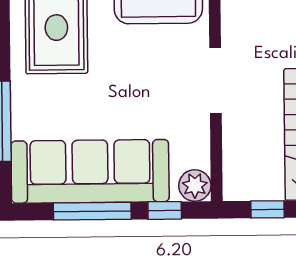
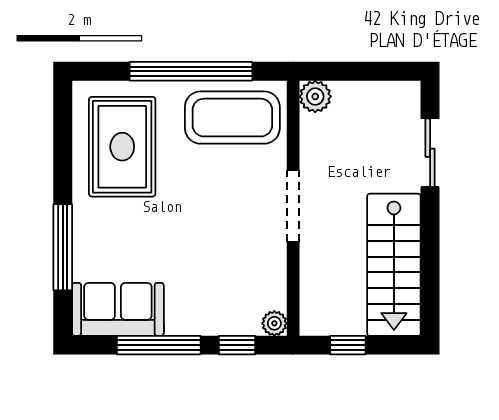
sofa: (90, 171) -> (118, 309), width x0.54, depth x0.79
plant: (195, 186) -> (274, 323), width x0.73, depth x0.73

